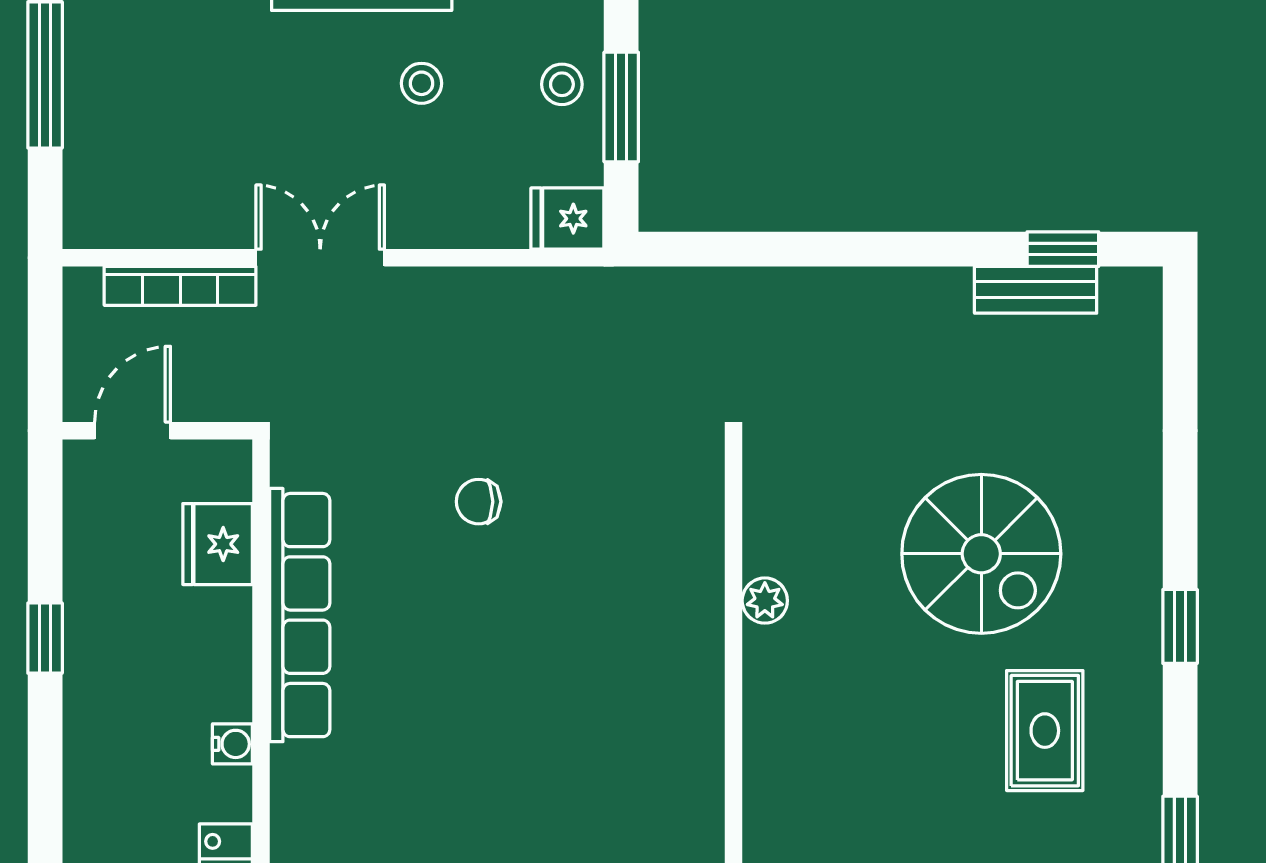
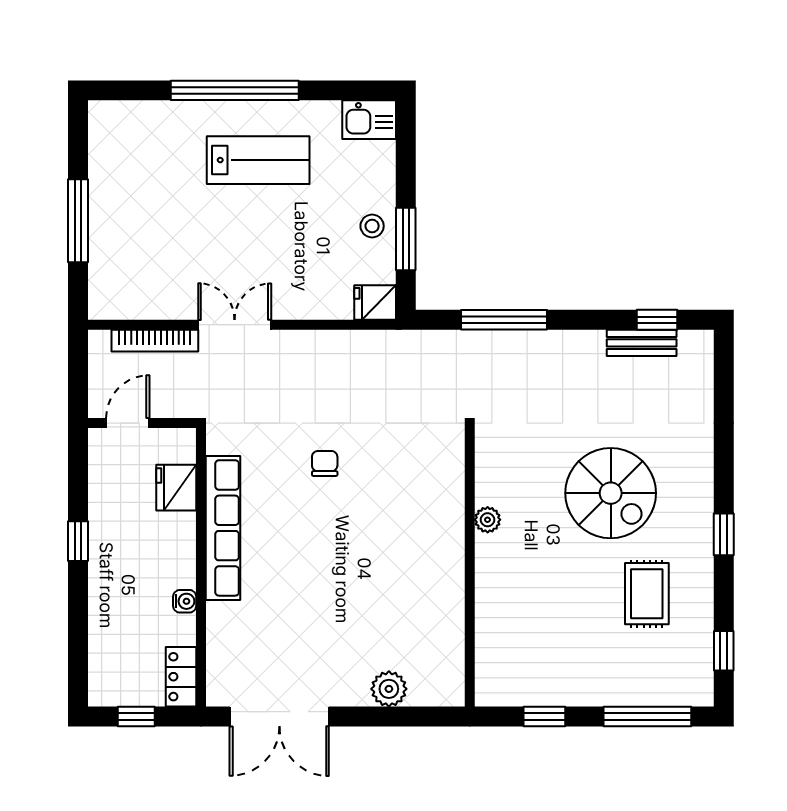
stool: (422, 83) -> (292, 225), removed
window: (794, 249) -> (504, 320), added
chair: (479, 502) -> (325, 463), turned 90

